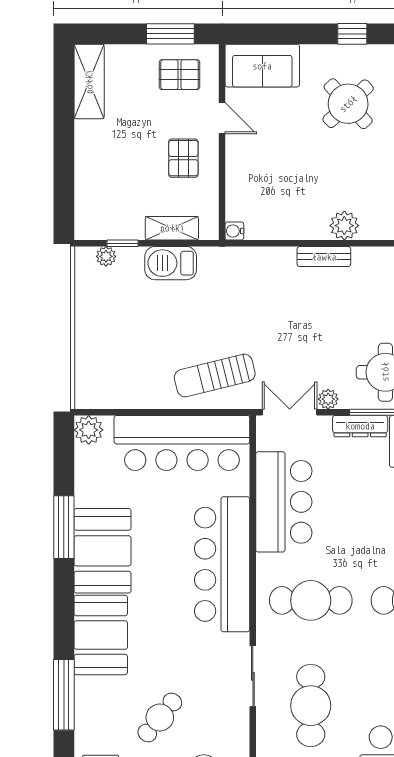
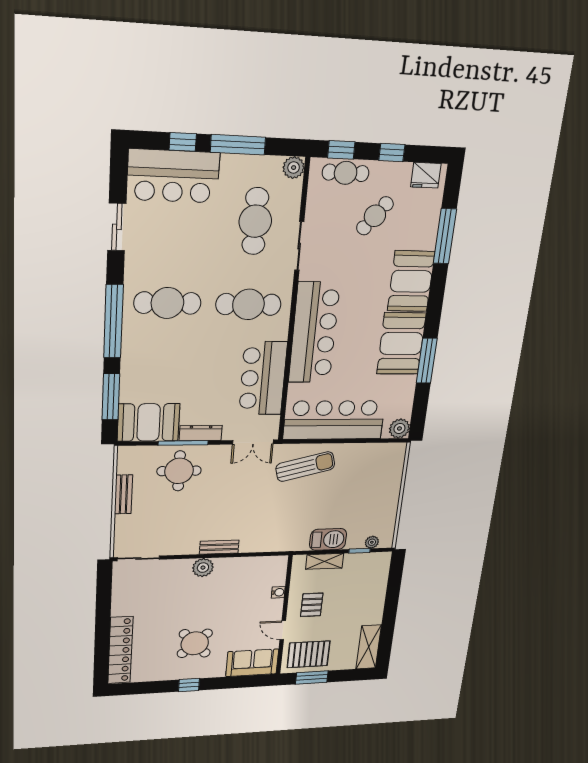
pallet: (179, 75) -> (309, 654), width x1.50, depth x1.42
water cooler: (234, 231) -> (278, 592), moved
plant: (328, 399) -> (223, 452), removed

